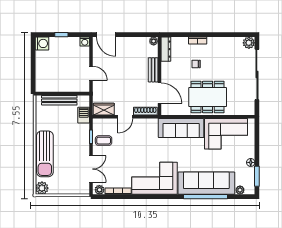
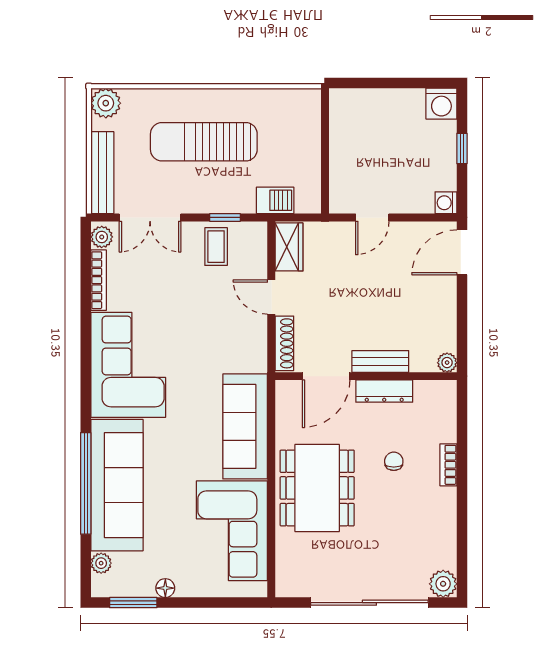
dresser: (166, 49) -> (384, 391), moved
bench: (59, 100) -> (102, 173), moved
sun lounger: (45, 154) -> (204, 142), moved

